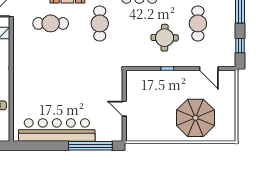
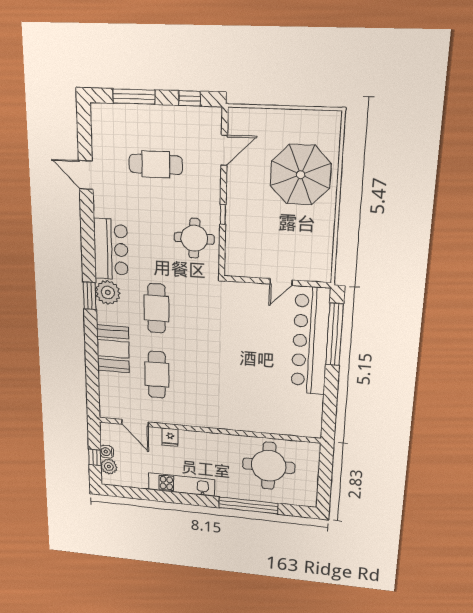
cafe table: (100, 23) -> (156, 308), turned 90
round table: (165, 38) -> (194, 238), moved
bar counter: (57, 130) -> (310, 341), moved

